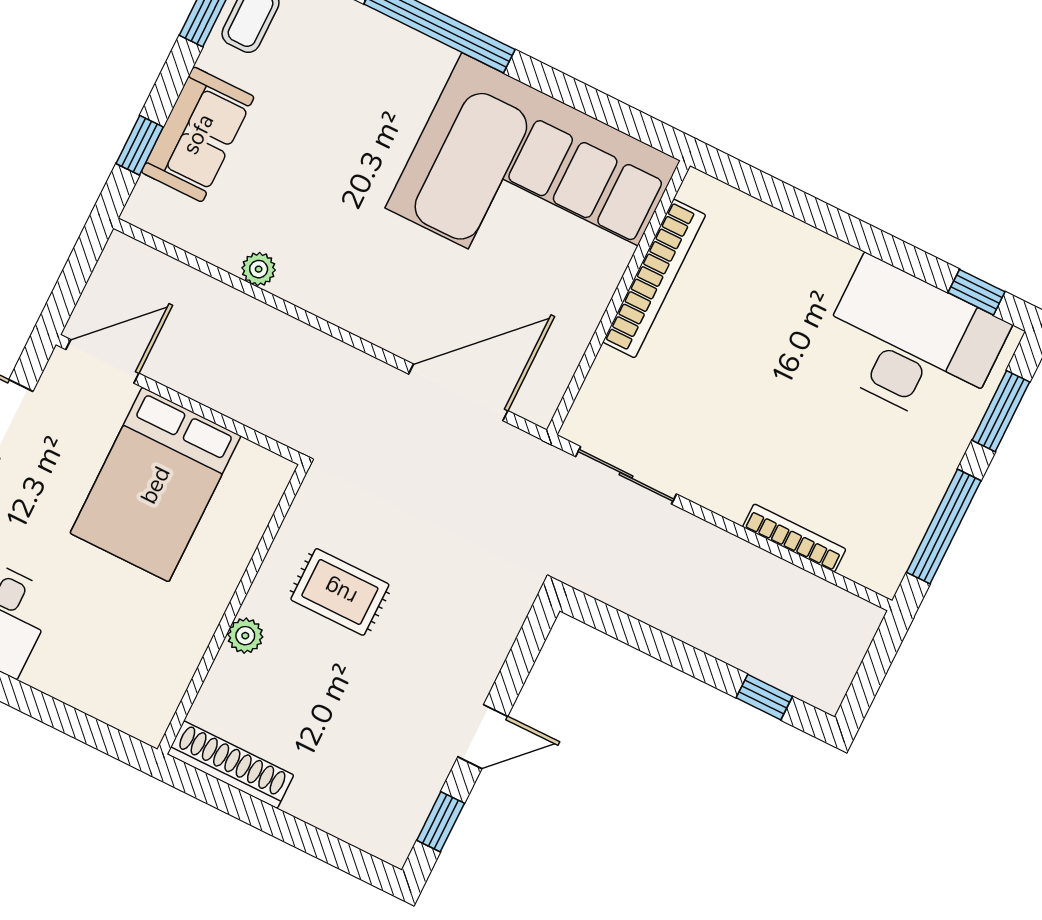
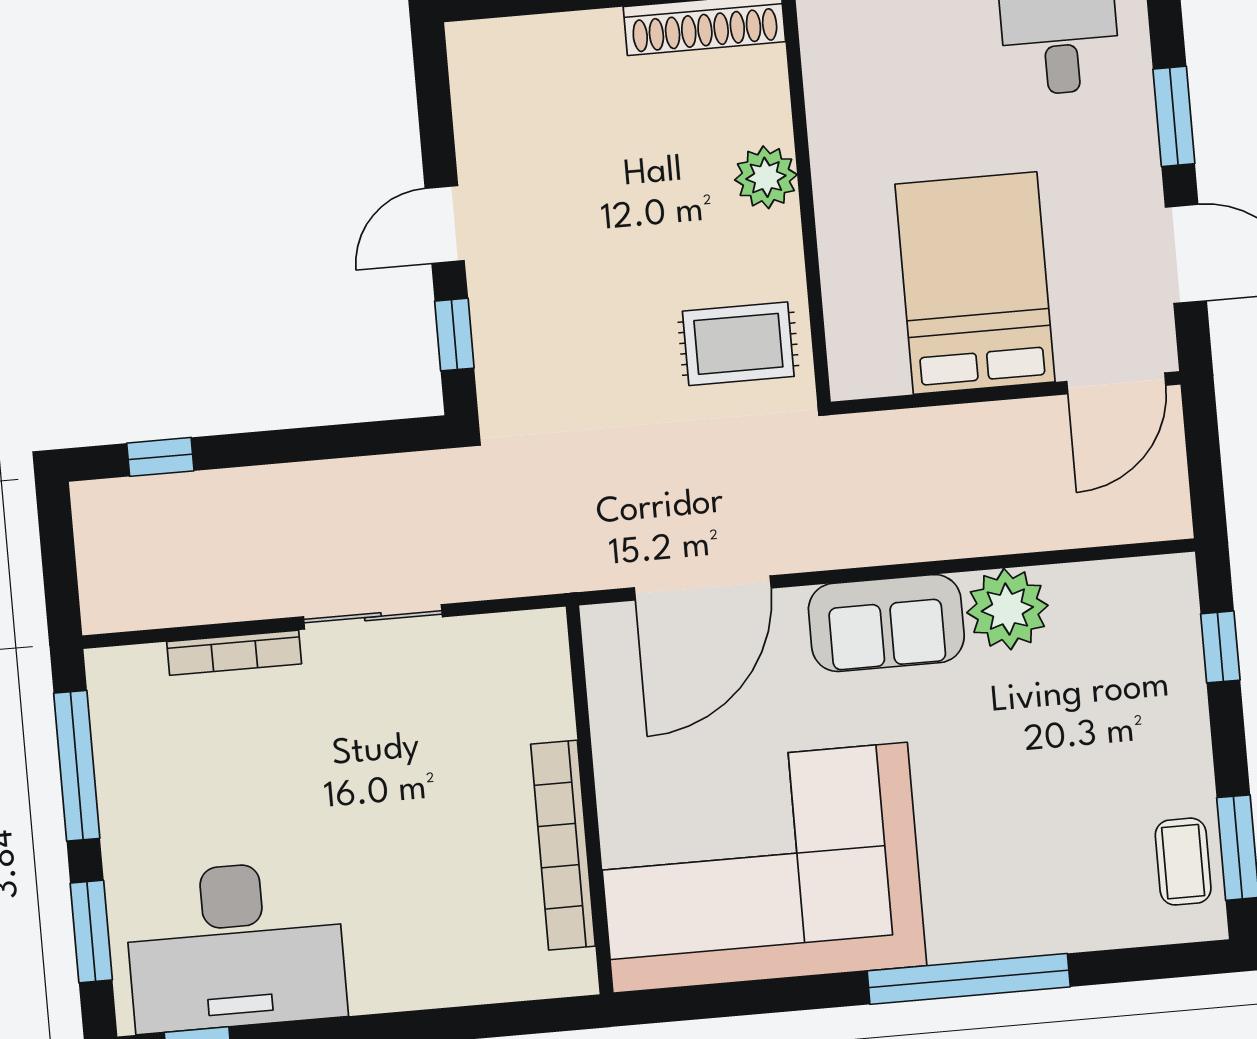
sofa: (198, 134) -> (886, 623), moved, turned -90
plant: (259, 269) -> (1007, 609), width x1.88, depth x1.88
sliding door: (626, 475) -> (373, 617), moved
rug: (340, 592) -> (738, 344), moved
plant: (245, 636) -> (766, 177), width x1.38, depth x1.38
window: (441, 822) -> (454, 335), moved

